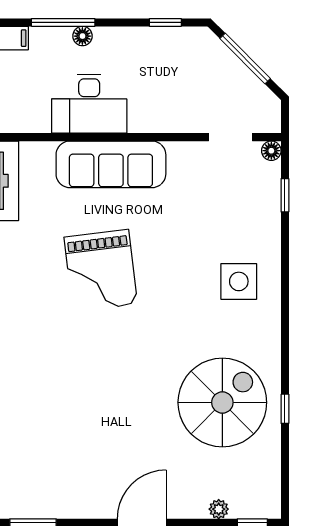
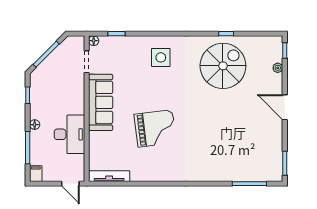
floor lamp: (82, 36) -> (35, 125), moved
sofa: (111, 164) -> (101, 102), moved
spiral stairs: (222, 402) -> (223, 66), turned 90

